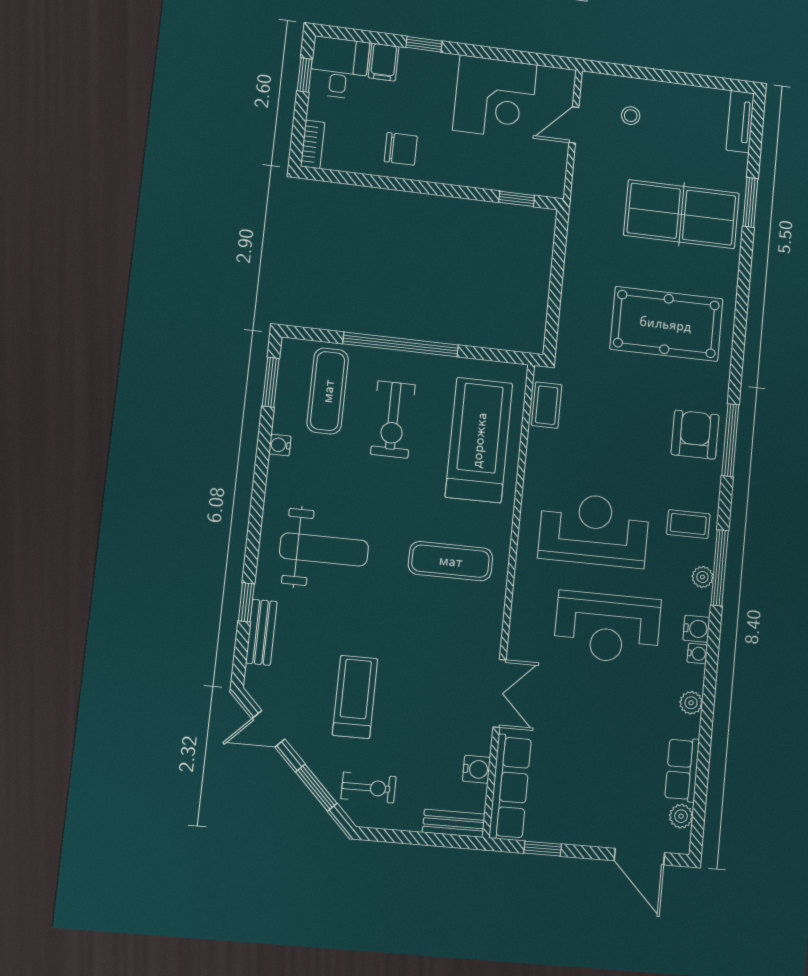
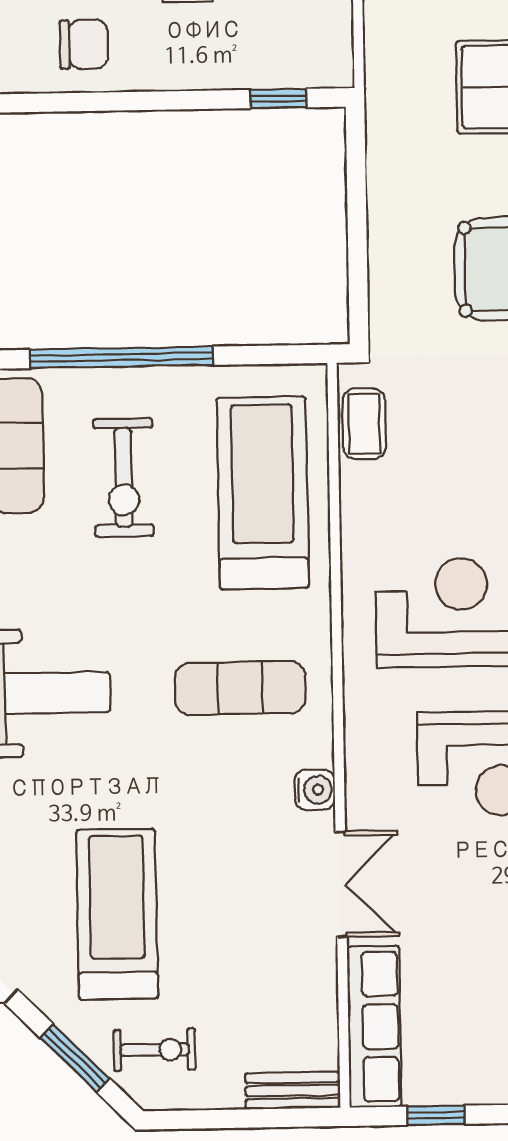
treadmill: (355, 697) -> (117, 914), width x1.37, depth x1.38
water cooler: (476, 769) -> (315, 790), moved

